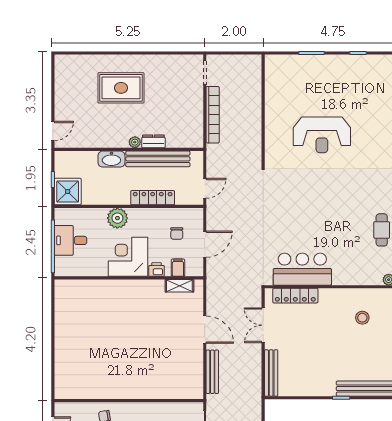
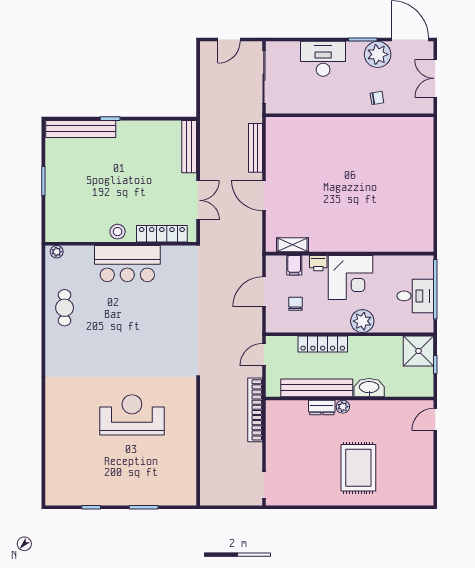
rug: (121, 88) -> (358, 468), turned 90
bookcase: (213, 115) -> (255, 410), moved
bar counter: (302, 269) -> (127, 264), moved
stool: (362, 318) -> (118, 232), moved

